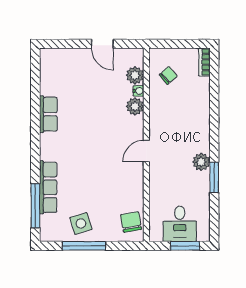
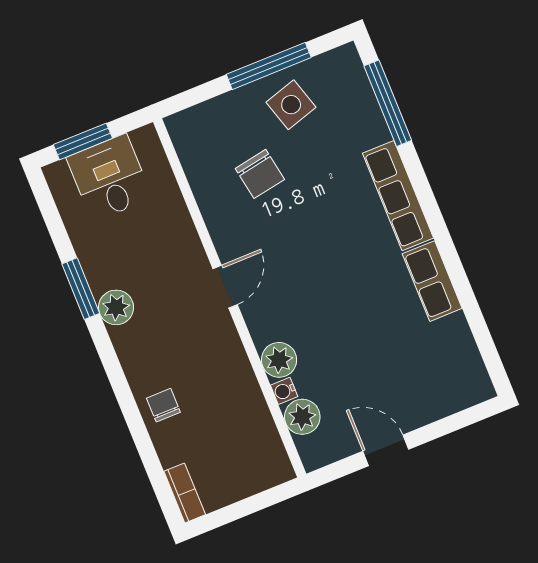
chair: (168, 75) -> (163, 405), moved, turned 131
row of seats: (48, 187) -> (398, 196), moved
chair: (131, 222) -> (260, 174), moved

